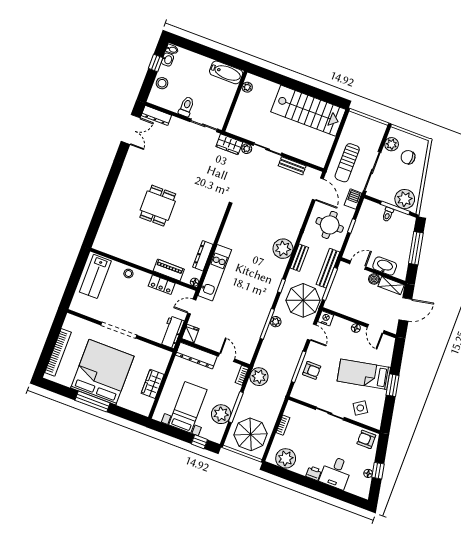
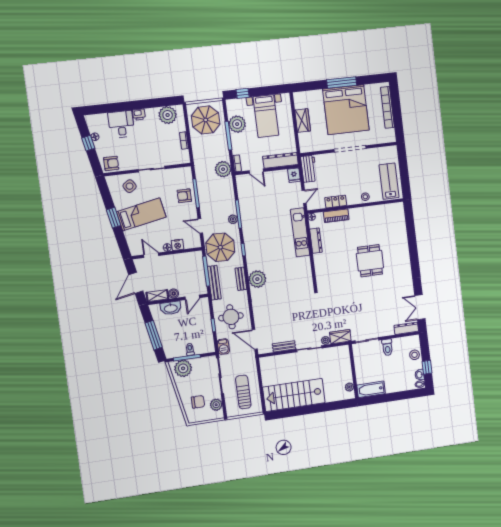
sun lounger: (347, 163) -> (243, 392), moved
nightstand: (326, 318) -> (178, 245), moved

